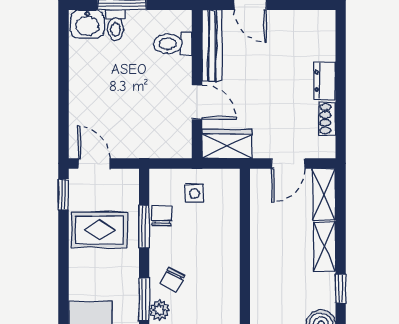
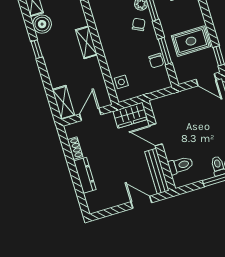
dresser: (325, 81) -> (85, 175), width x1.44
side table: (195, 194) -> (121, 82), moved
shelving: (324, 246) -> (86, 42), moved

